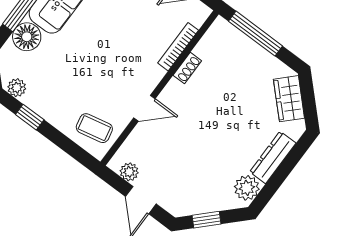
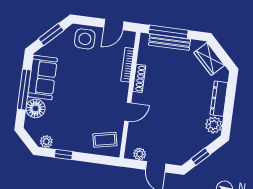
bench: (249, 48) -> (170, 42), added
shoe rack: (187, 68) -> (139, 78), width x1.43

